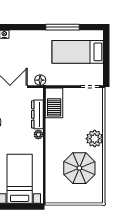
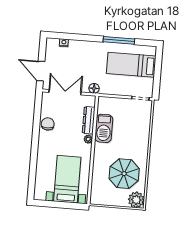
barbecue: (54, 103) -> (104, 128), moved
plant: (95, 139) -> (136, 200), moved

